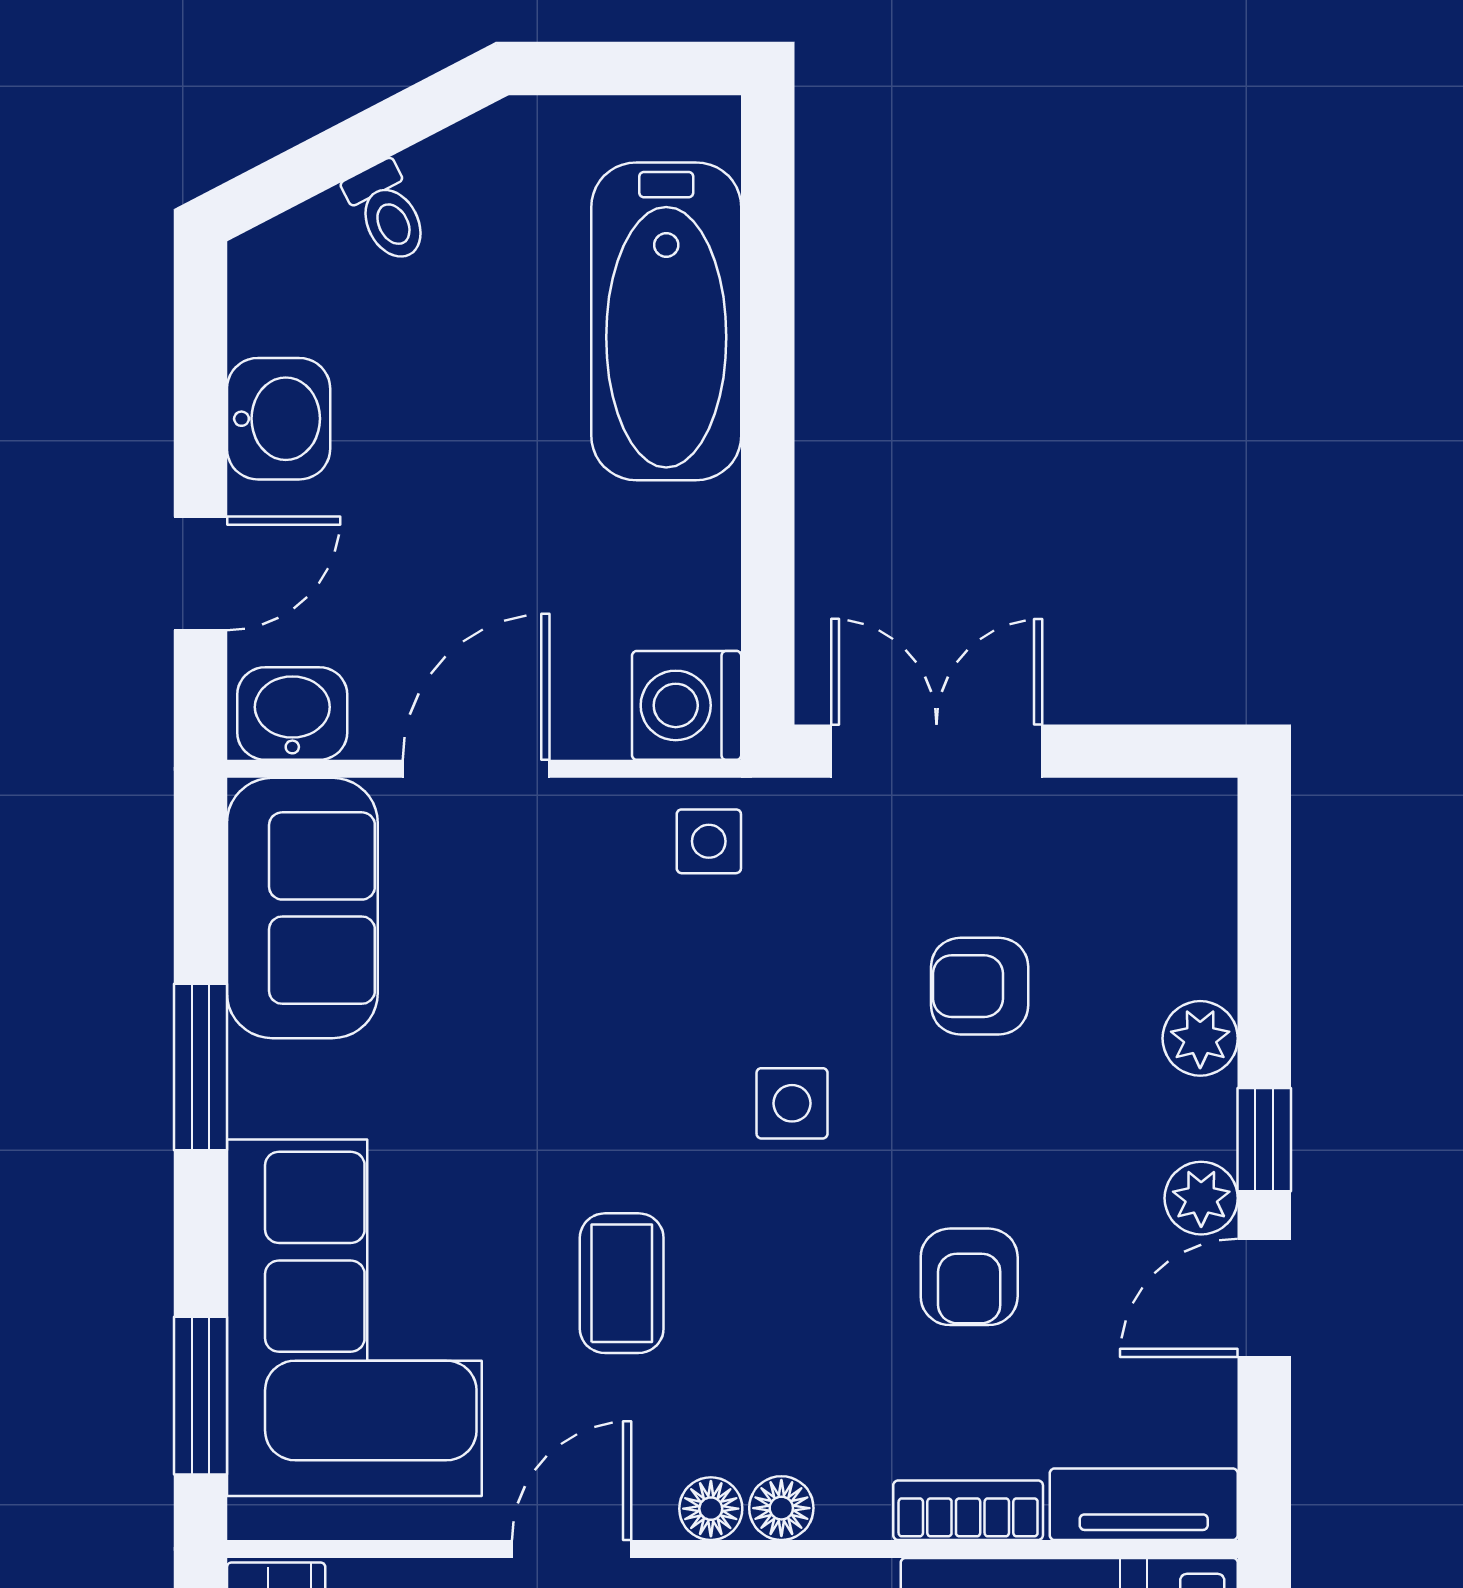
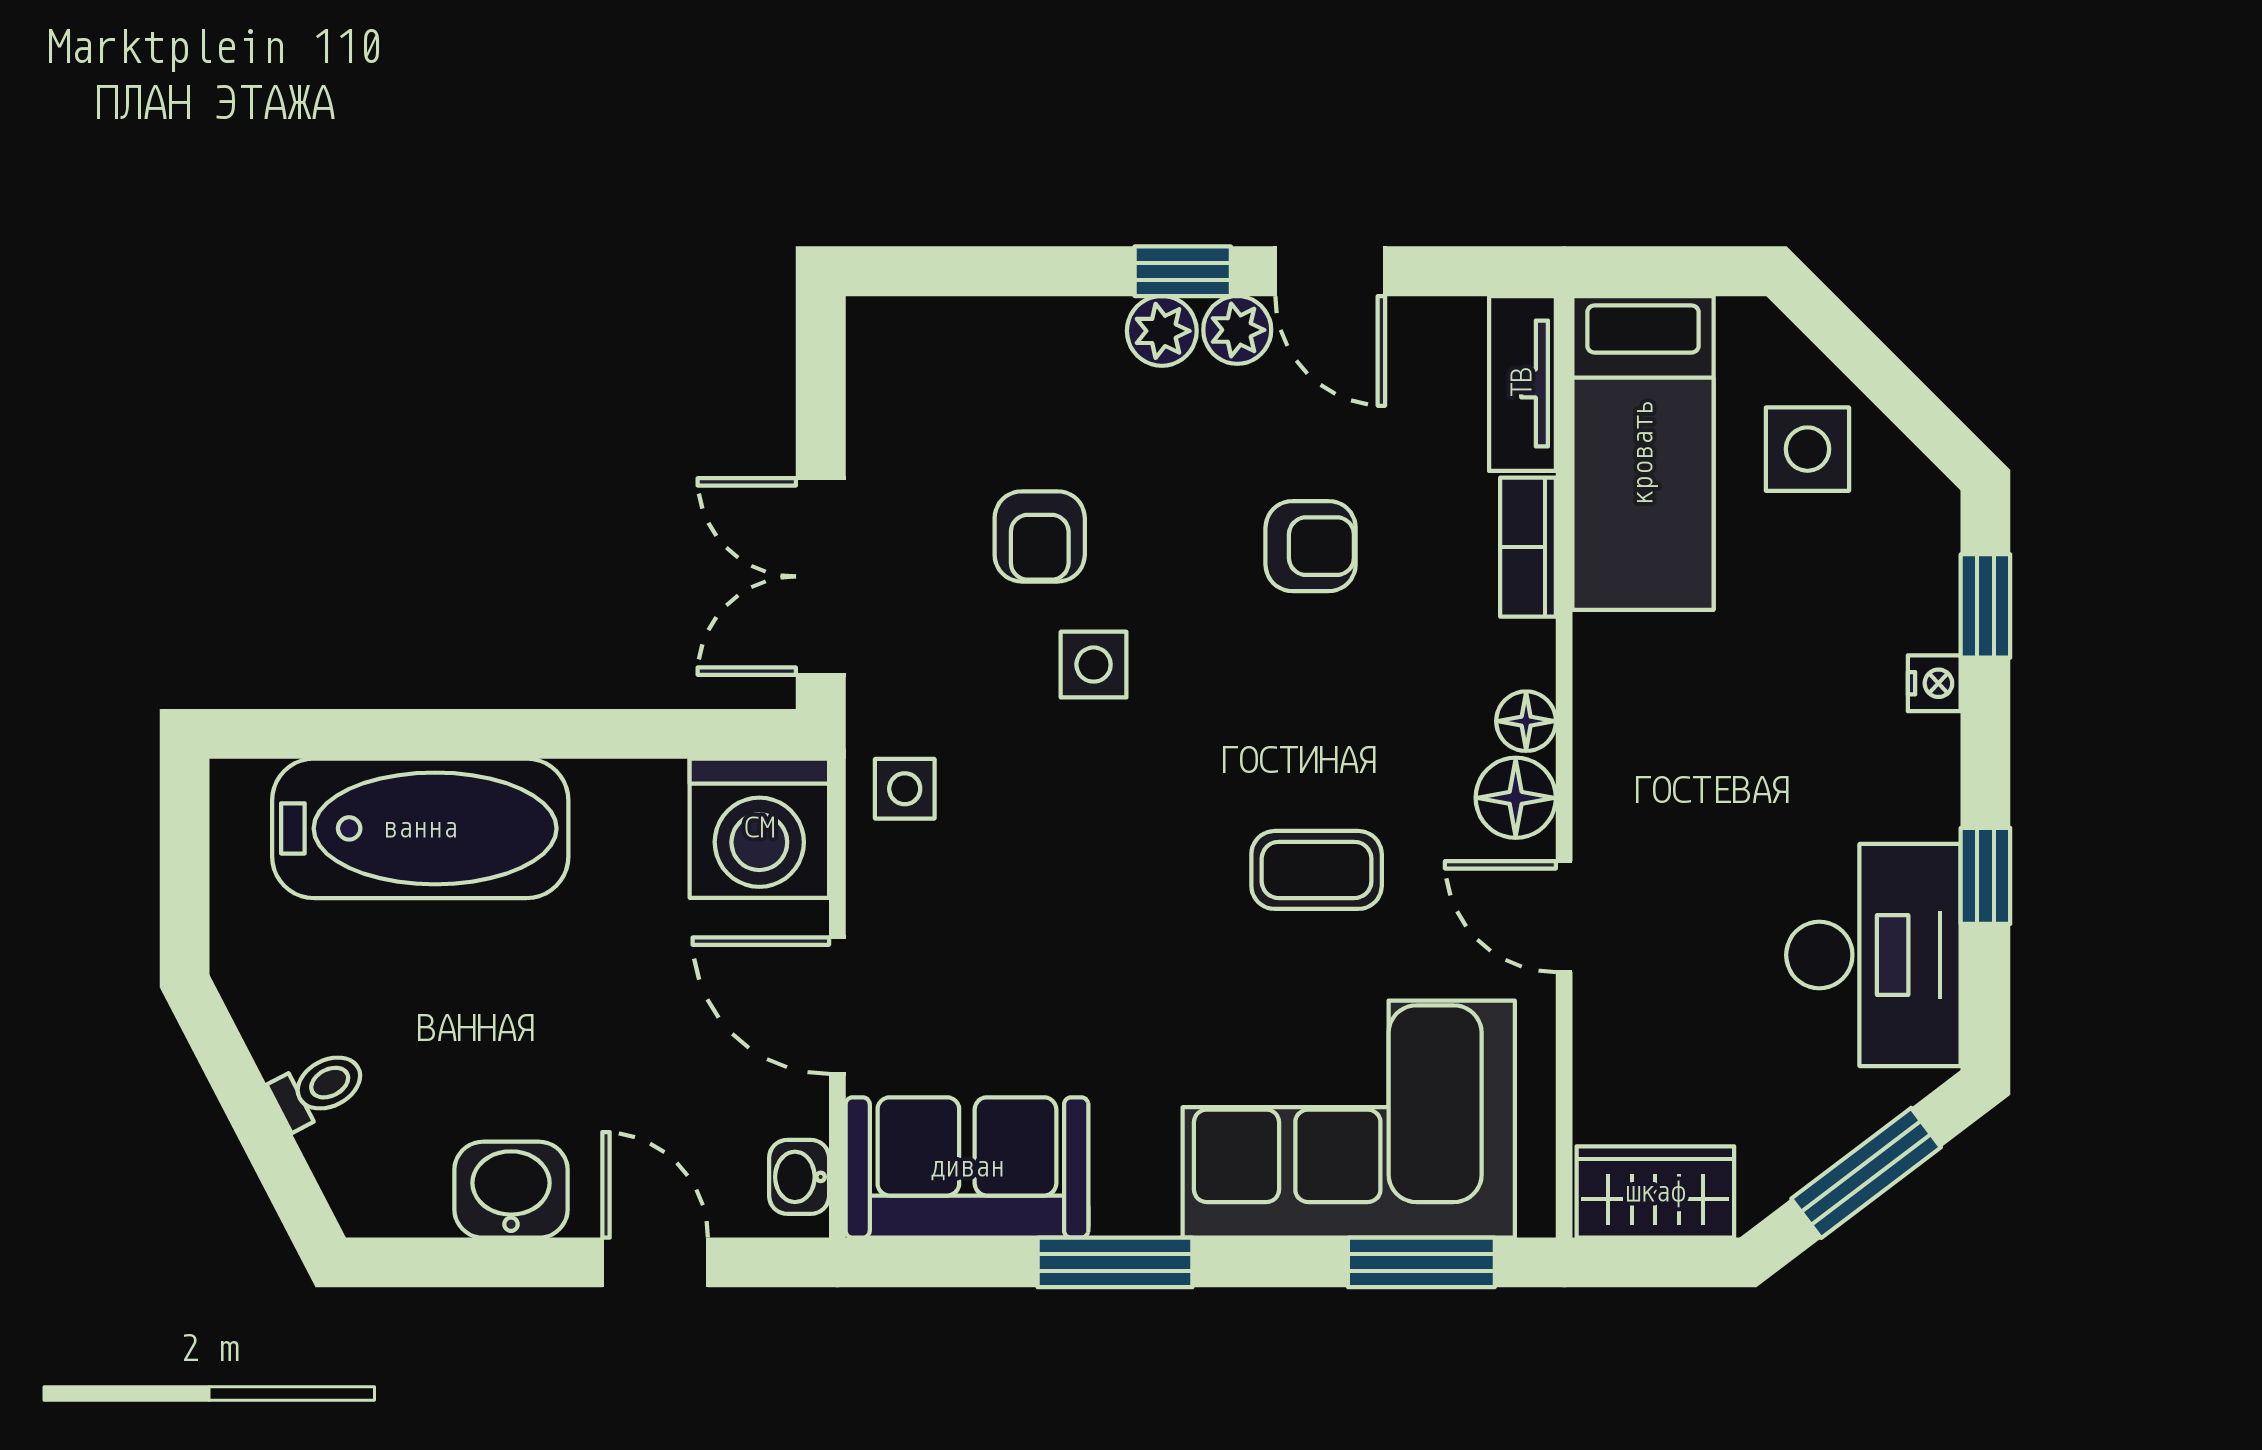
washing machine: (687, 705) -> (759, 828), width x1.37, depth x1.37
washbasin: (292, 714) -> (799, 1177), width x0.72, depth x0.69
plant: (1200, 1038) -> (1162, 331), moved
side table: (792, 1103) -> (1094, 665), moved
floor lamp: (711, 1509) -> (1516, 798), width x1.37, depth x1.37

